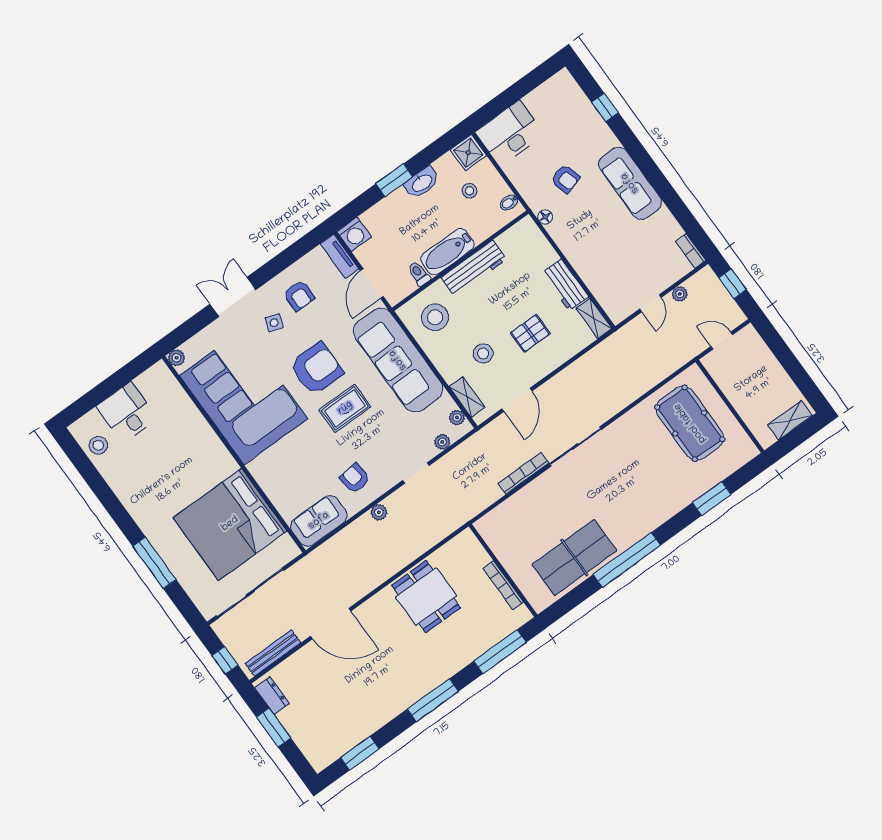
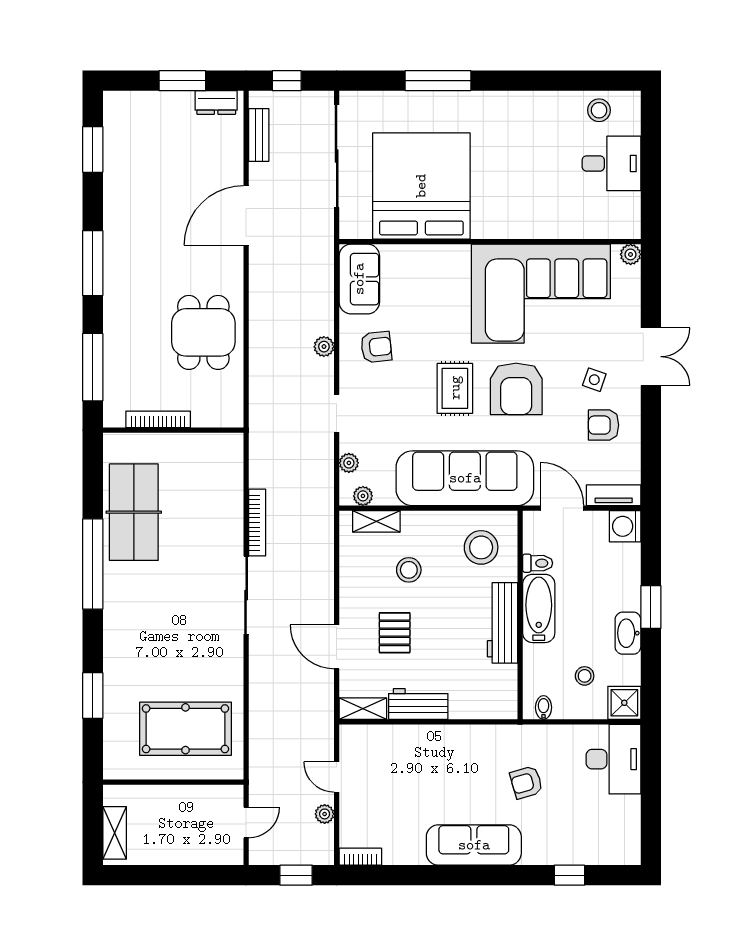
floor lamp: (545, 217) -> (502, 733), removed
door: (517, 400) -> (337, 647), moved
dining table: (426, 597) -> (203, 332), turned 90
bench: (273, 653) -> (259, 135), width x0.73

